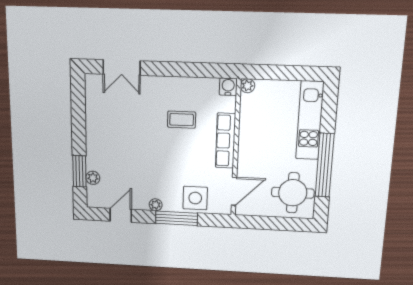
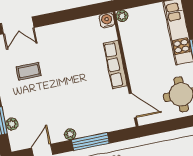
coffee table: (182, 120) -> (29, 71), moved
door: (234, 191) -> (133, 105), hinge flipped
side table: (195, 198) -> (102, 120), removed

